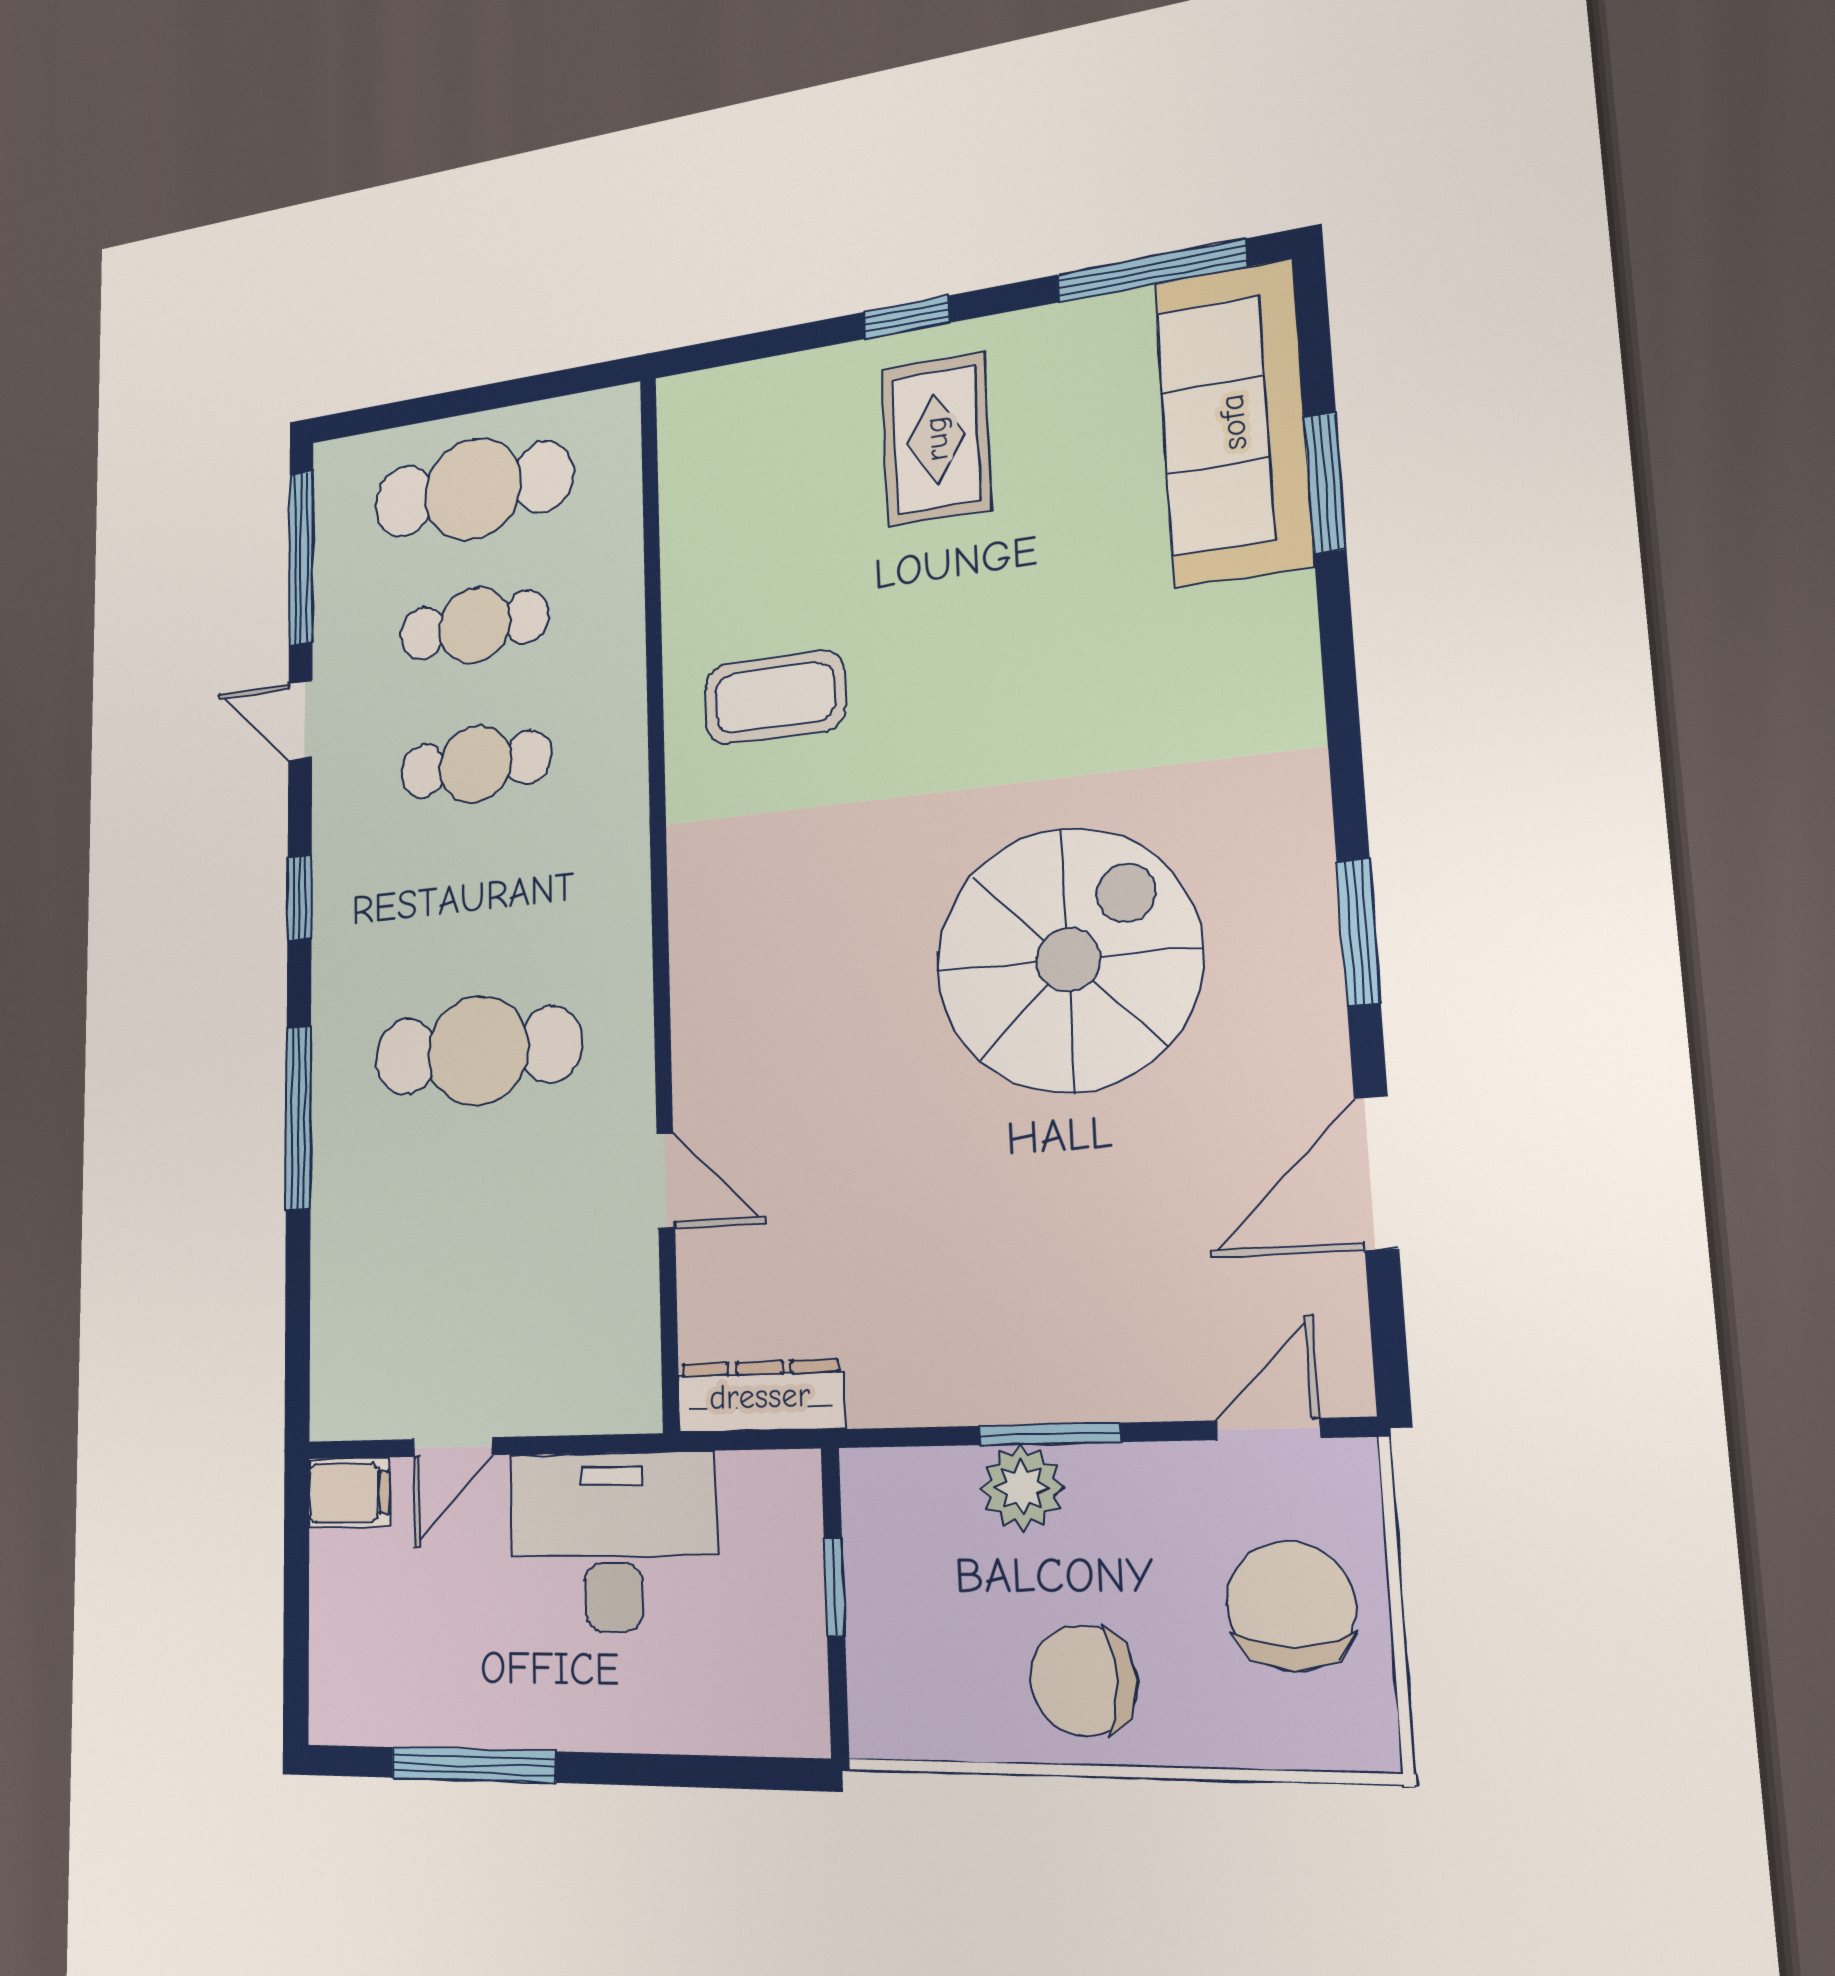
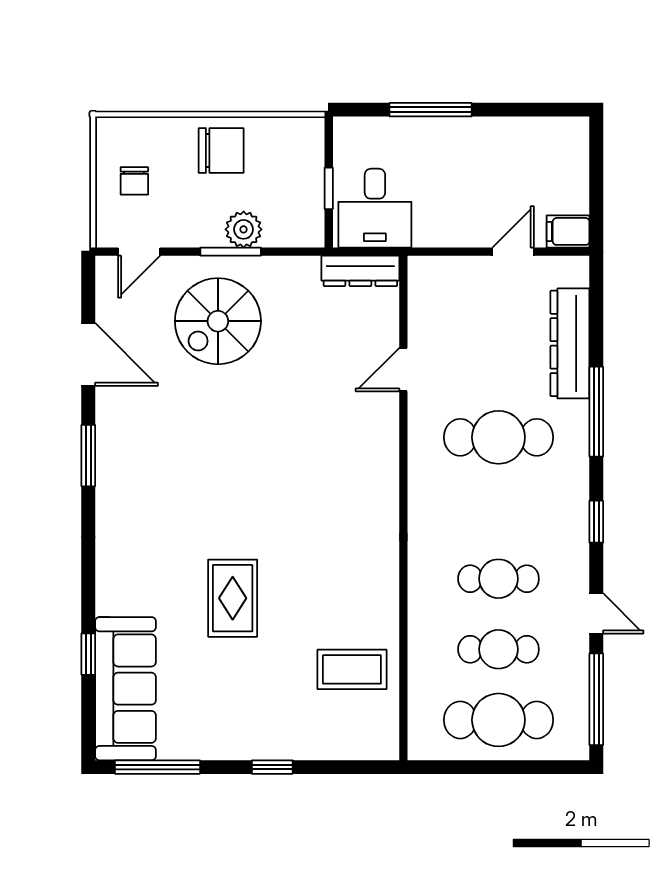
rug: (936, 439) -> (233, 598), moved
window: (1325, 483) -> (88, 654), width x0.67
coffee table: (775, 697) -> (352, 669), moved
spiral stairs: (1068, 960) -> (218, 321), moved, width x0.73, depth x0.73
door: (1376, 1173) -> (88, 354), hinge flipped
door: (666, 1180) -> (403, 370), hinge flipped
dresser: (346, 1255) -> (570, 343), added
desk: (613, 1542) -> (375, 208), moved, width x0.73
chair: (1291, 1606) -> (134, 181), width x0.54, depth x0.54
window: (473, 1765) -> (431, 110), moved

